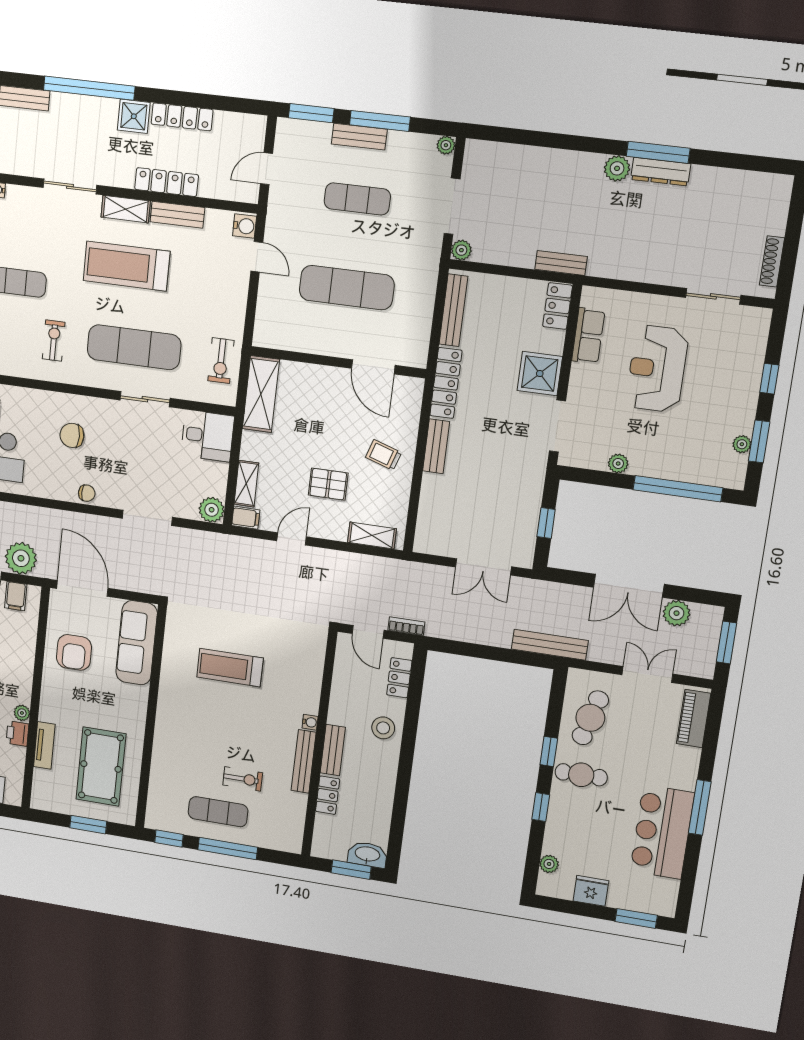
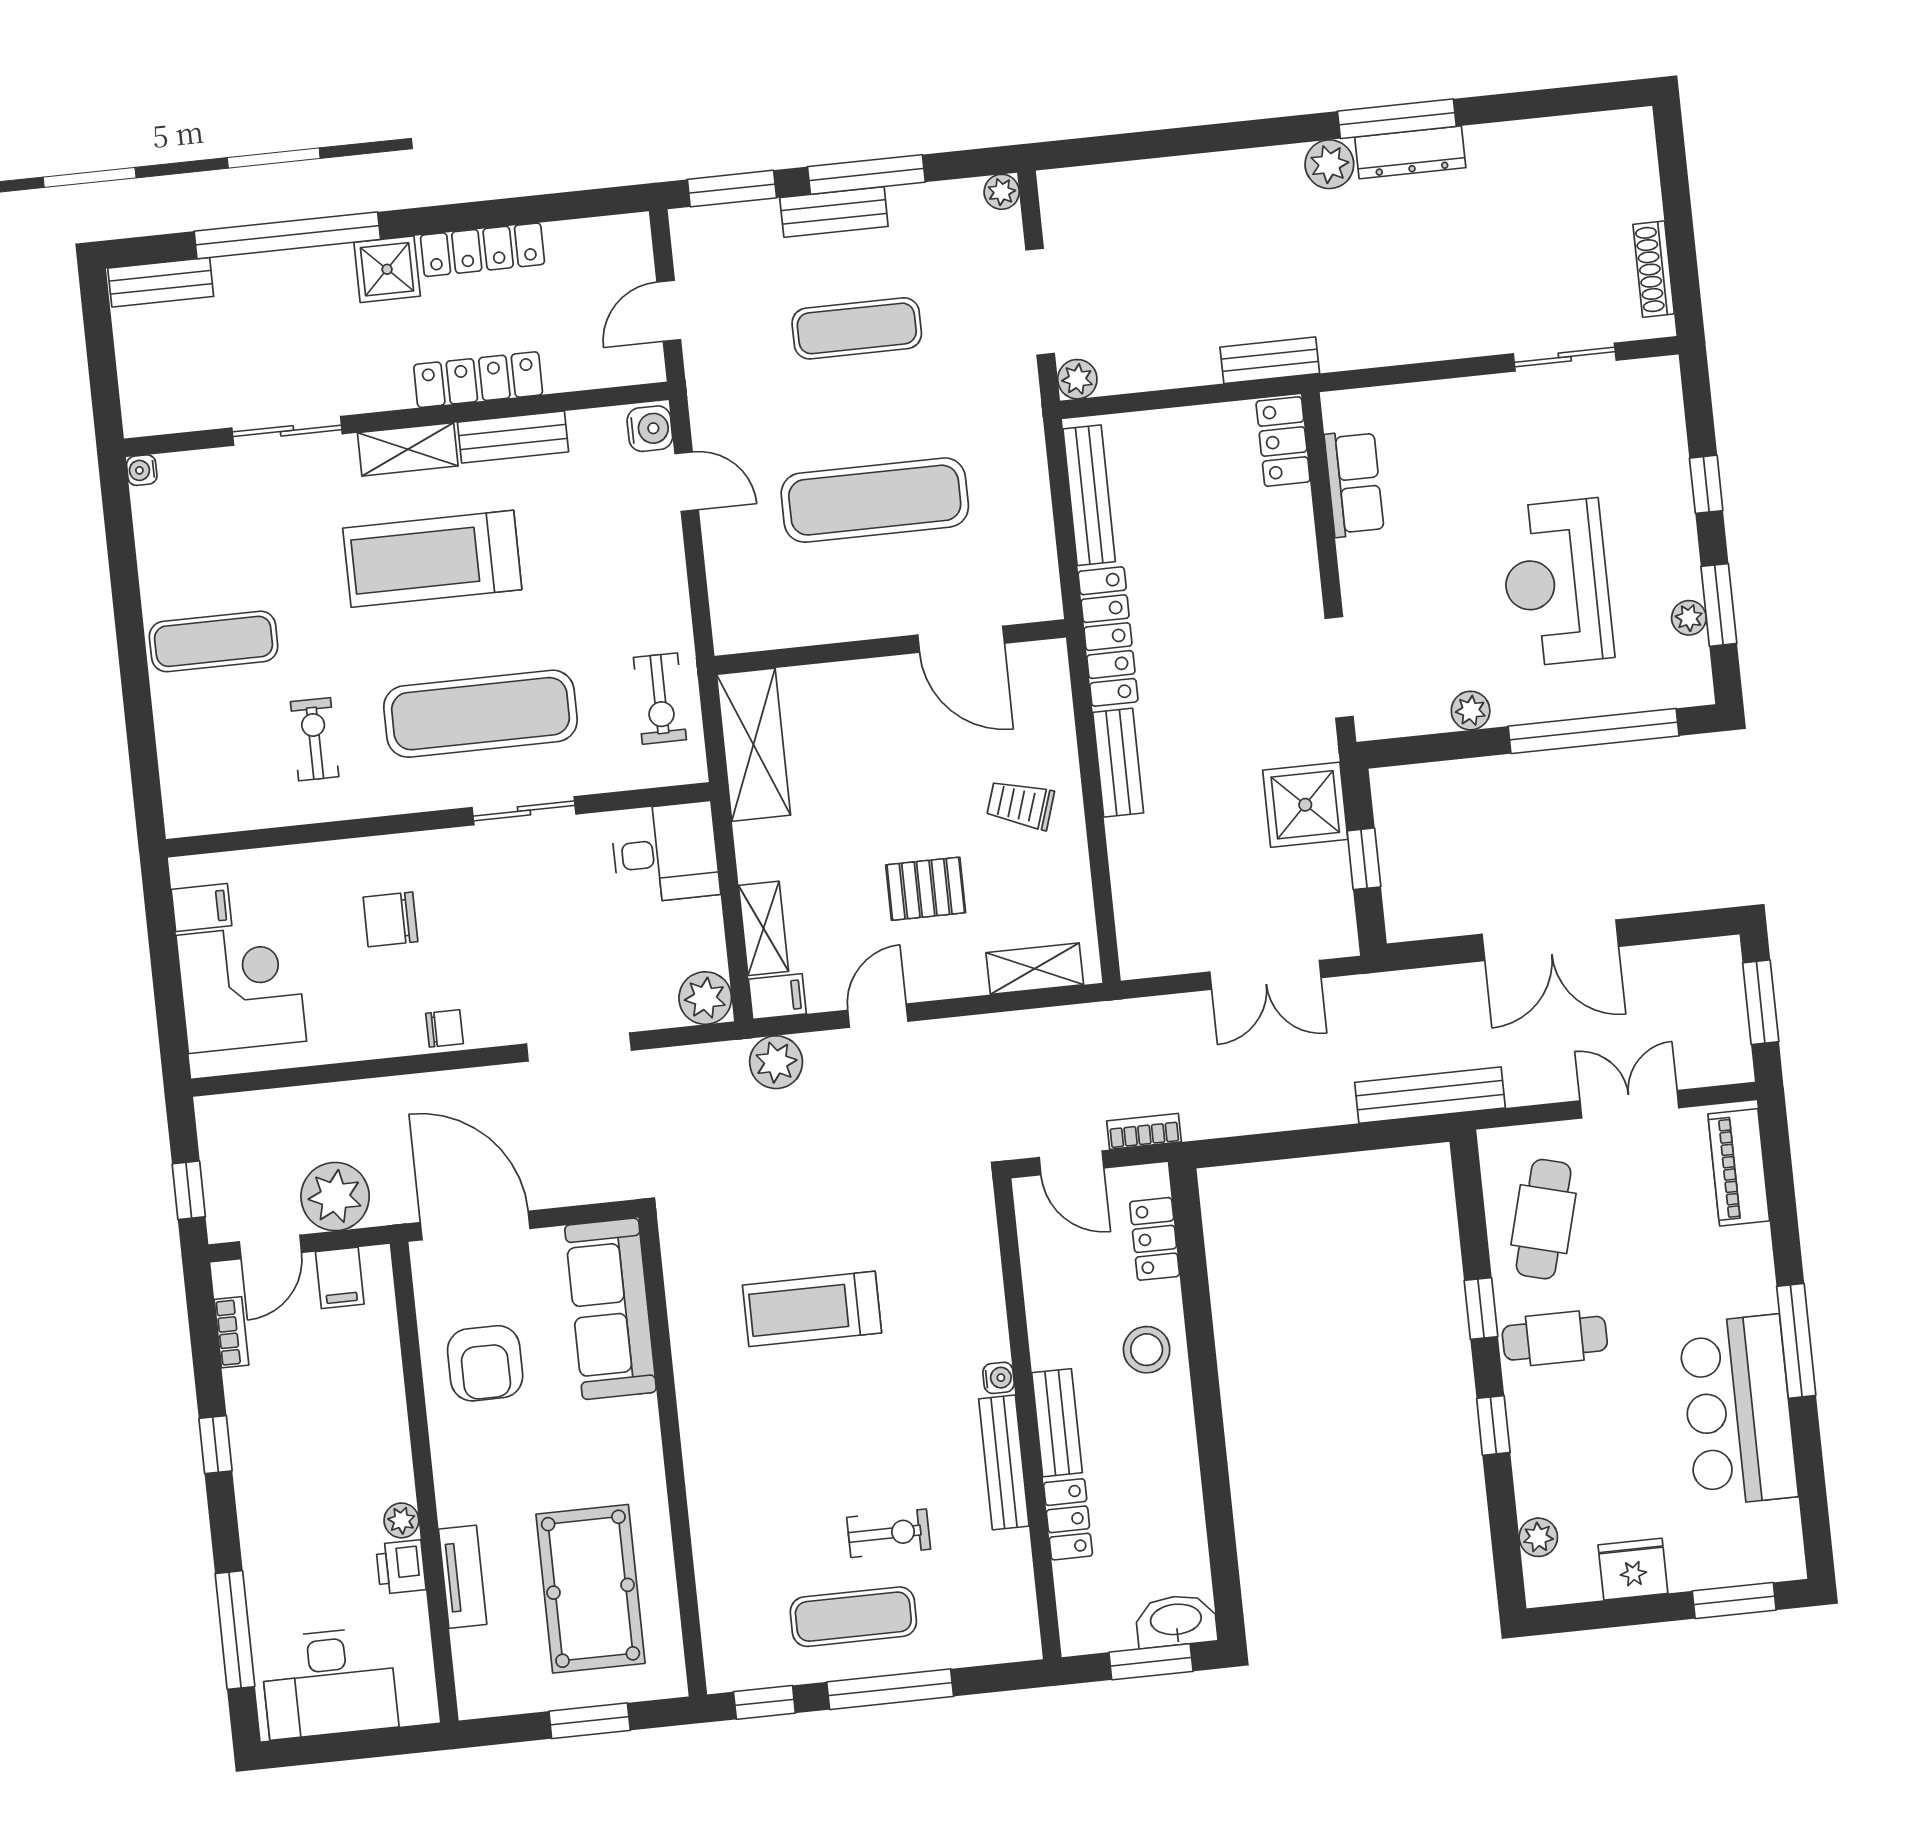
reception desk: (657, 369) -> (1556, 583), moved
shower: (540, 374) -> (1305, 805), moved
plant: (677, 613) -> (776, 1062), moved

